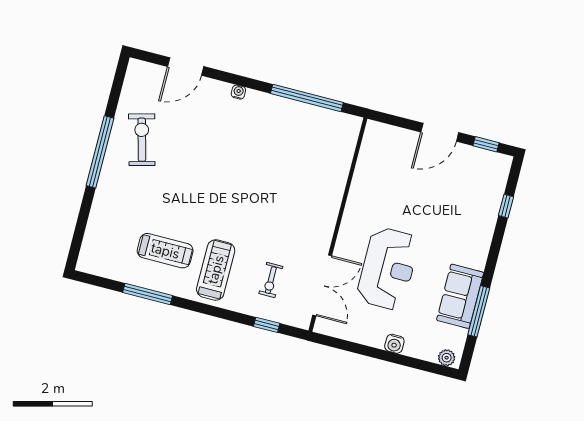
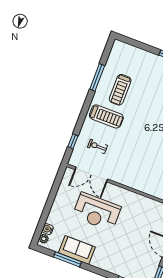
water cooler: (394, 344) -> (48, 229), moved

